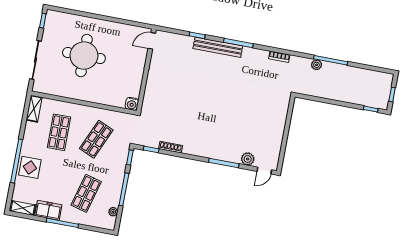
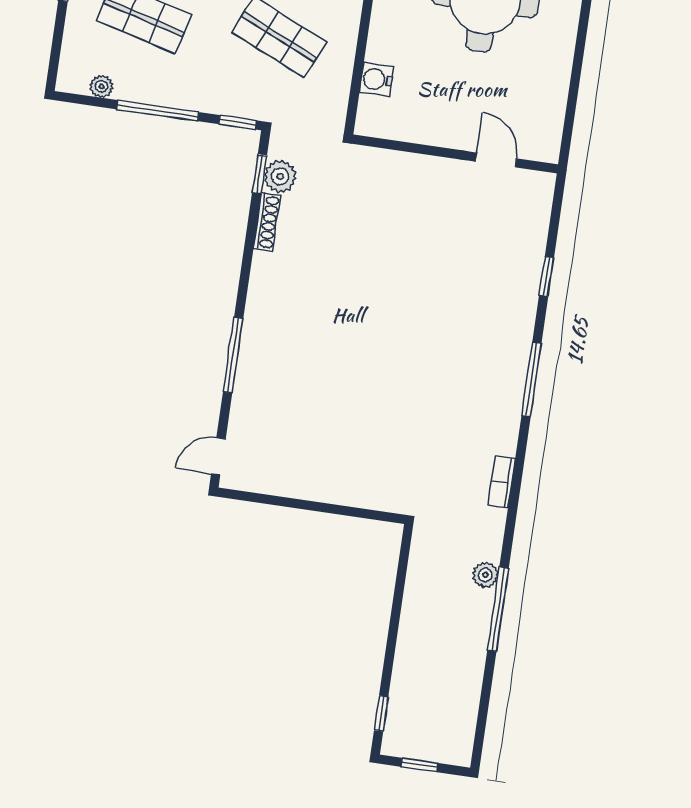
door: (152, 41) -> (496, 160), moved
bench: (218, 47) -> (519, 329), removed
water cooler: (132, 104) -> (377, 79), moved
plant: (248, 159) -> (280, 176), moved
door: (264, 171) -> (218, 456), hinge flipped

